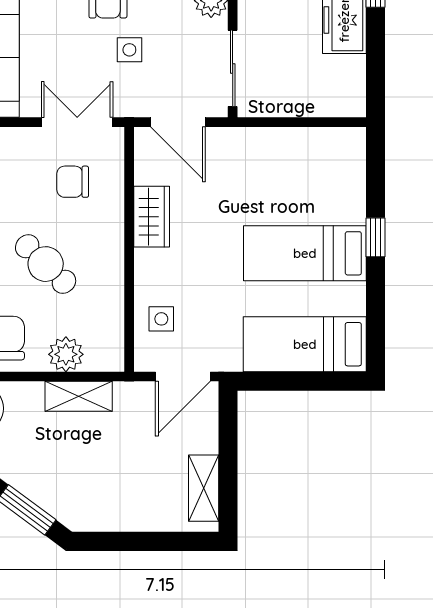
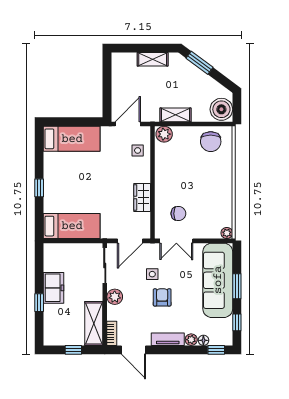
door: (178, 122) -> (130, 241), swing flipped
bed: (305, 253) -> (72, 226), moved
cafe table: (46, 264) -> (191, 176), removed
plant: (66, 354) -> (164, 134), moved
shelving: (204, 488) -> (153, 59), moved, turned 90

